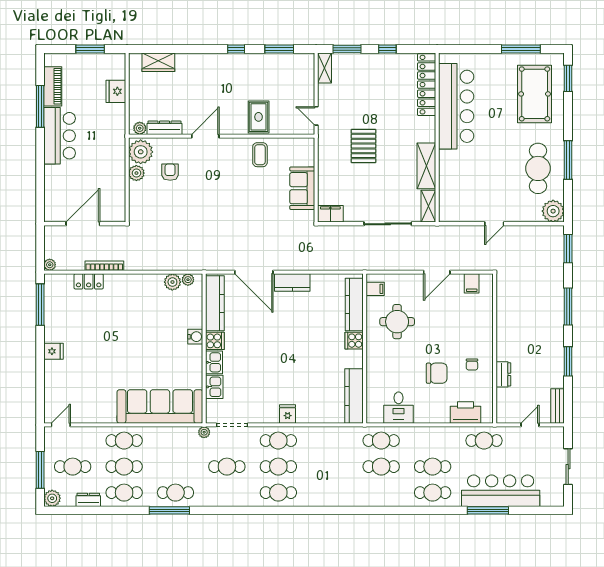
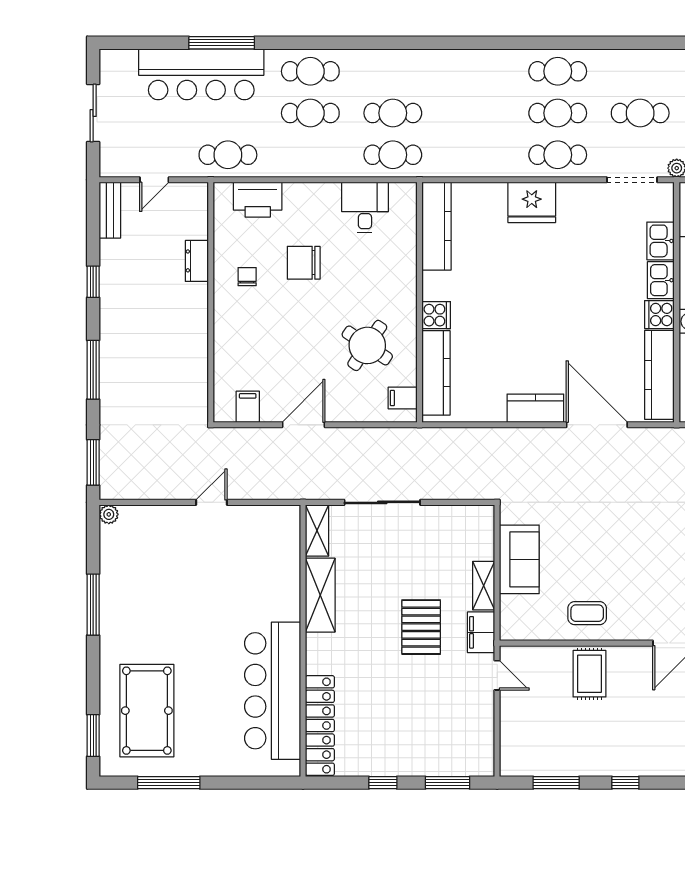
shelving: (324, 68) -> (484, 586), moved
coffee table: (260, 155) -> (587, 613), turned 90
cafe table: (538, 168) -> (141, 591), removed
plant: (553, 211) -> (109, 514), width x0.53, depth x0.53
filing cabinet: (330, 214) -> (481, 632), moved, turned 90
round table: (397, 322) -> (367, 345), turned 34
window: (568, 361) -> (93, 282), width x0.67
fridge: (288, 414) -> (532, 202), width x1.88, depth x1.34

